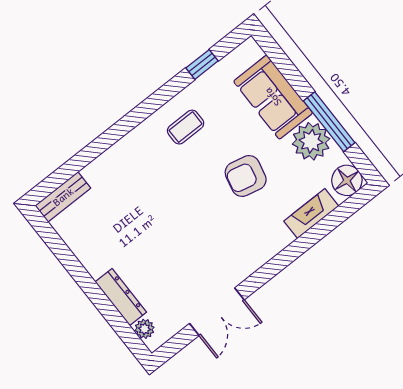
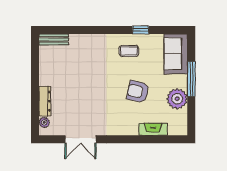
window: (202, 64) -> (141, 30), moved
sofa: (273, 97) -> (176, 54), moved
window: (329, 122) -> (191, 79), moved
floor lamp: (347, 180) -> (179, 127), removed

